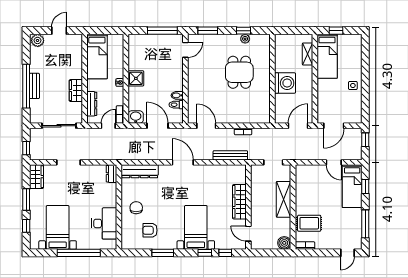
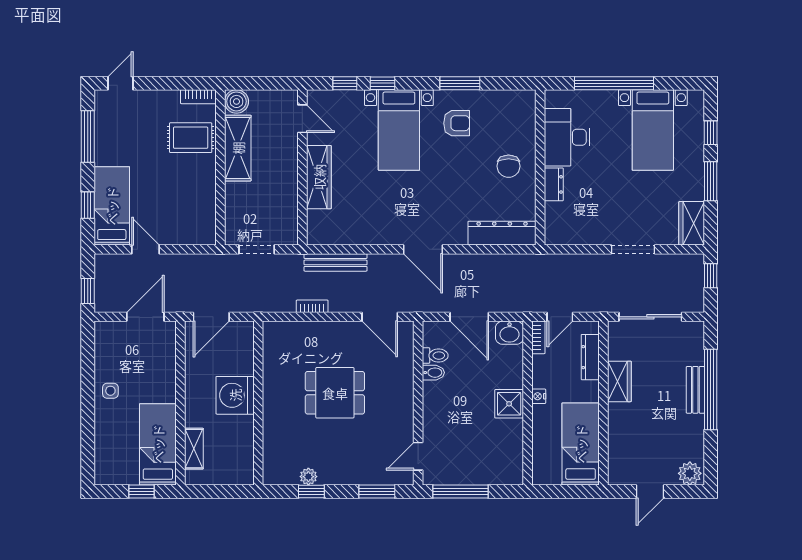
dining table: (239, 72) -> (335, 393), moved, turned 90
dresser: (112, 174) -> (554, 184), moved
shelving: (284, 199) -> (238, 148), moved
armchair: (150, 230) -> (457, 123), moved

